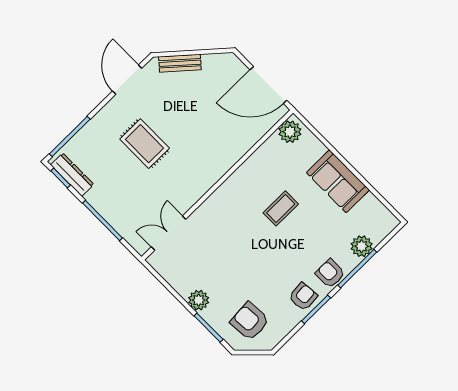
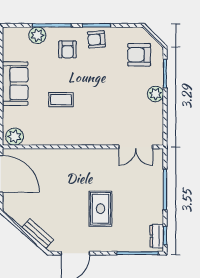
dresser: (72, 175) -> (157, 236), width x0.70
armchair: (330, 273) -> (68, 49), moved
armchair: (250, 321) -> (139, 55), turned 94

